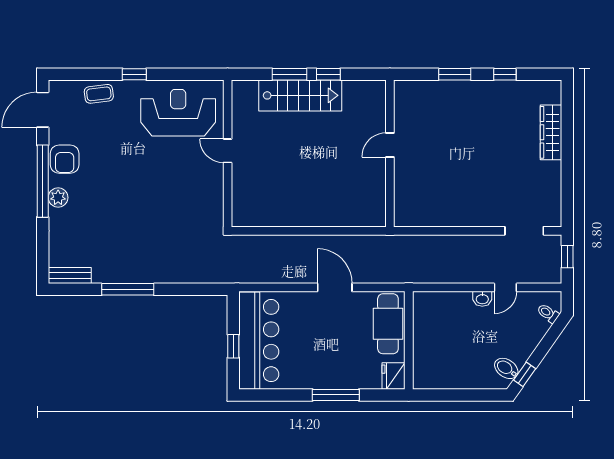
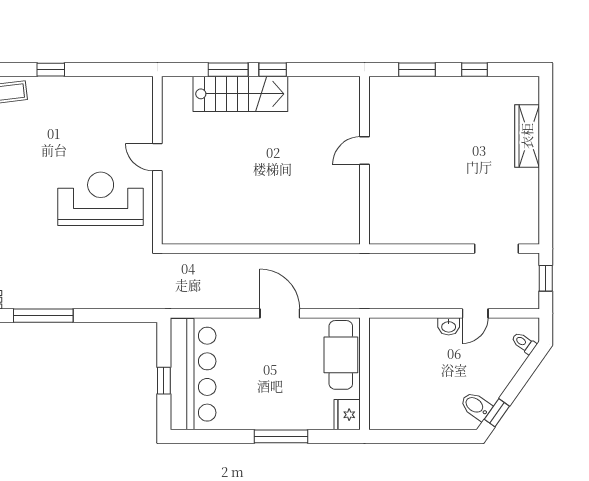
reception desk: (178, 113) -> (101, 199), moved
door: (390, 145) -> (365, 151), moved
wall: (390, 153) -> (365, 160), moved

